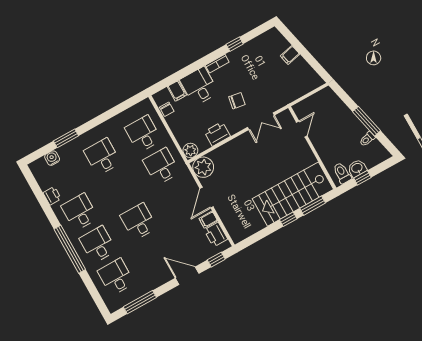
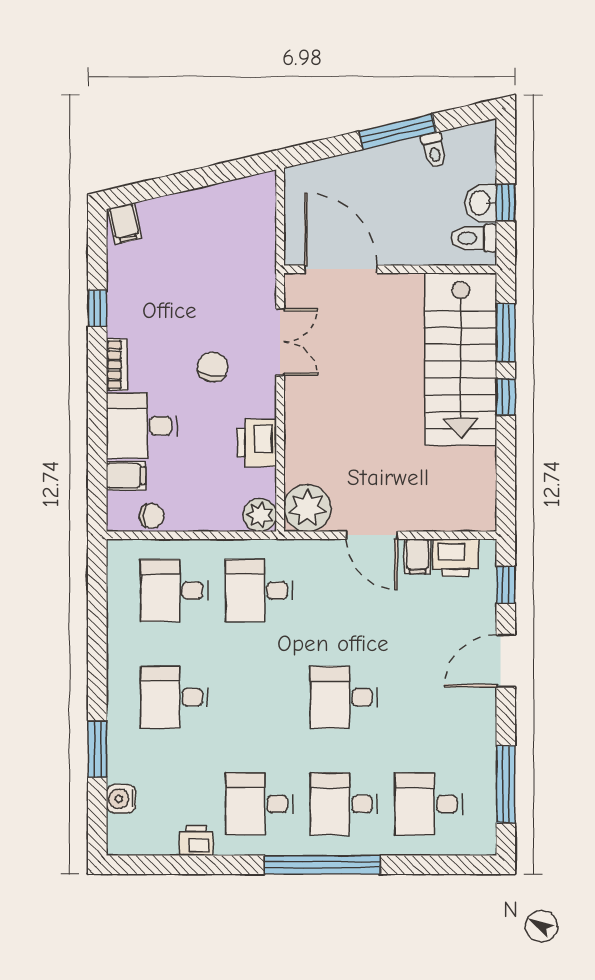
filing cabinet: (290, 55) -> (125, 223), moved
door: (302, 129) -> (341, 269), width x1.88

